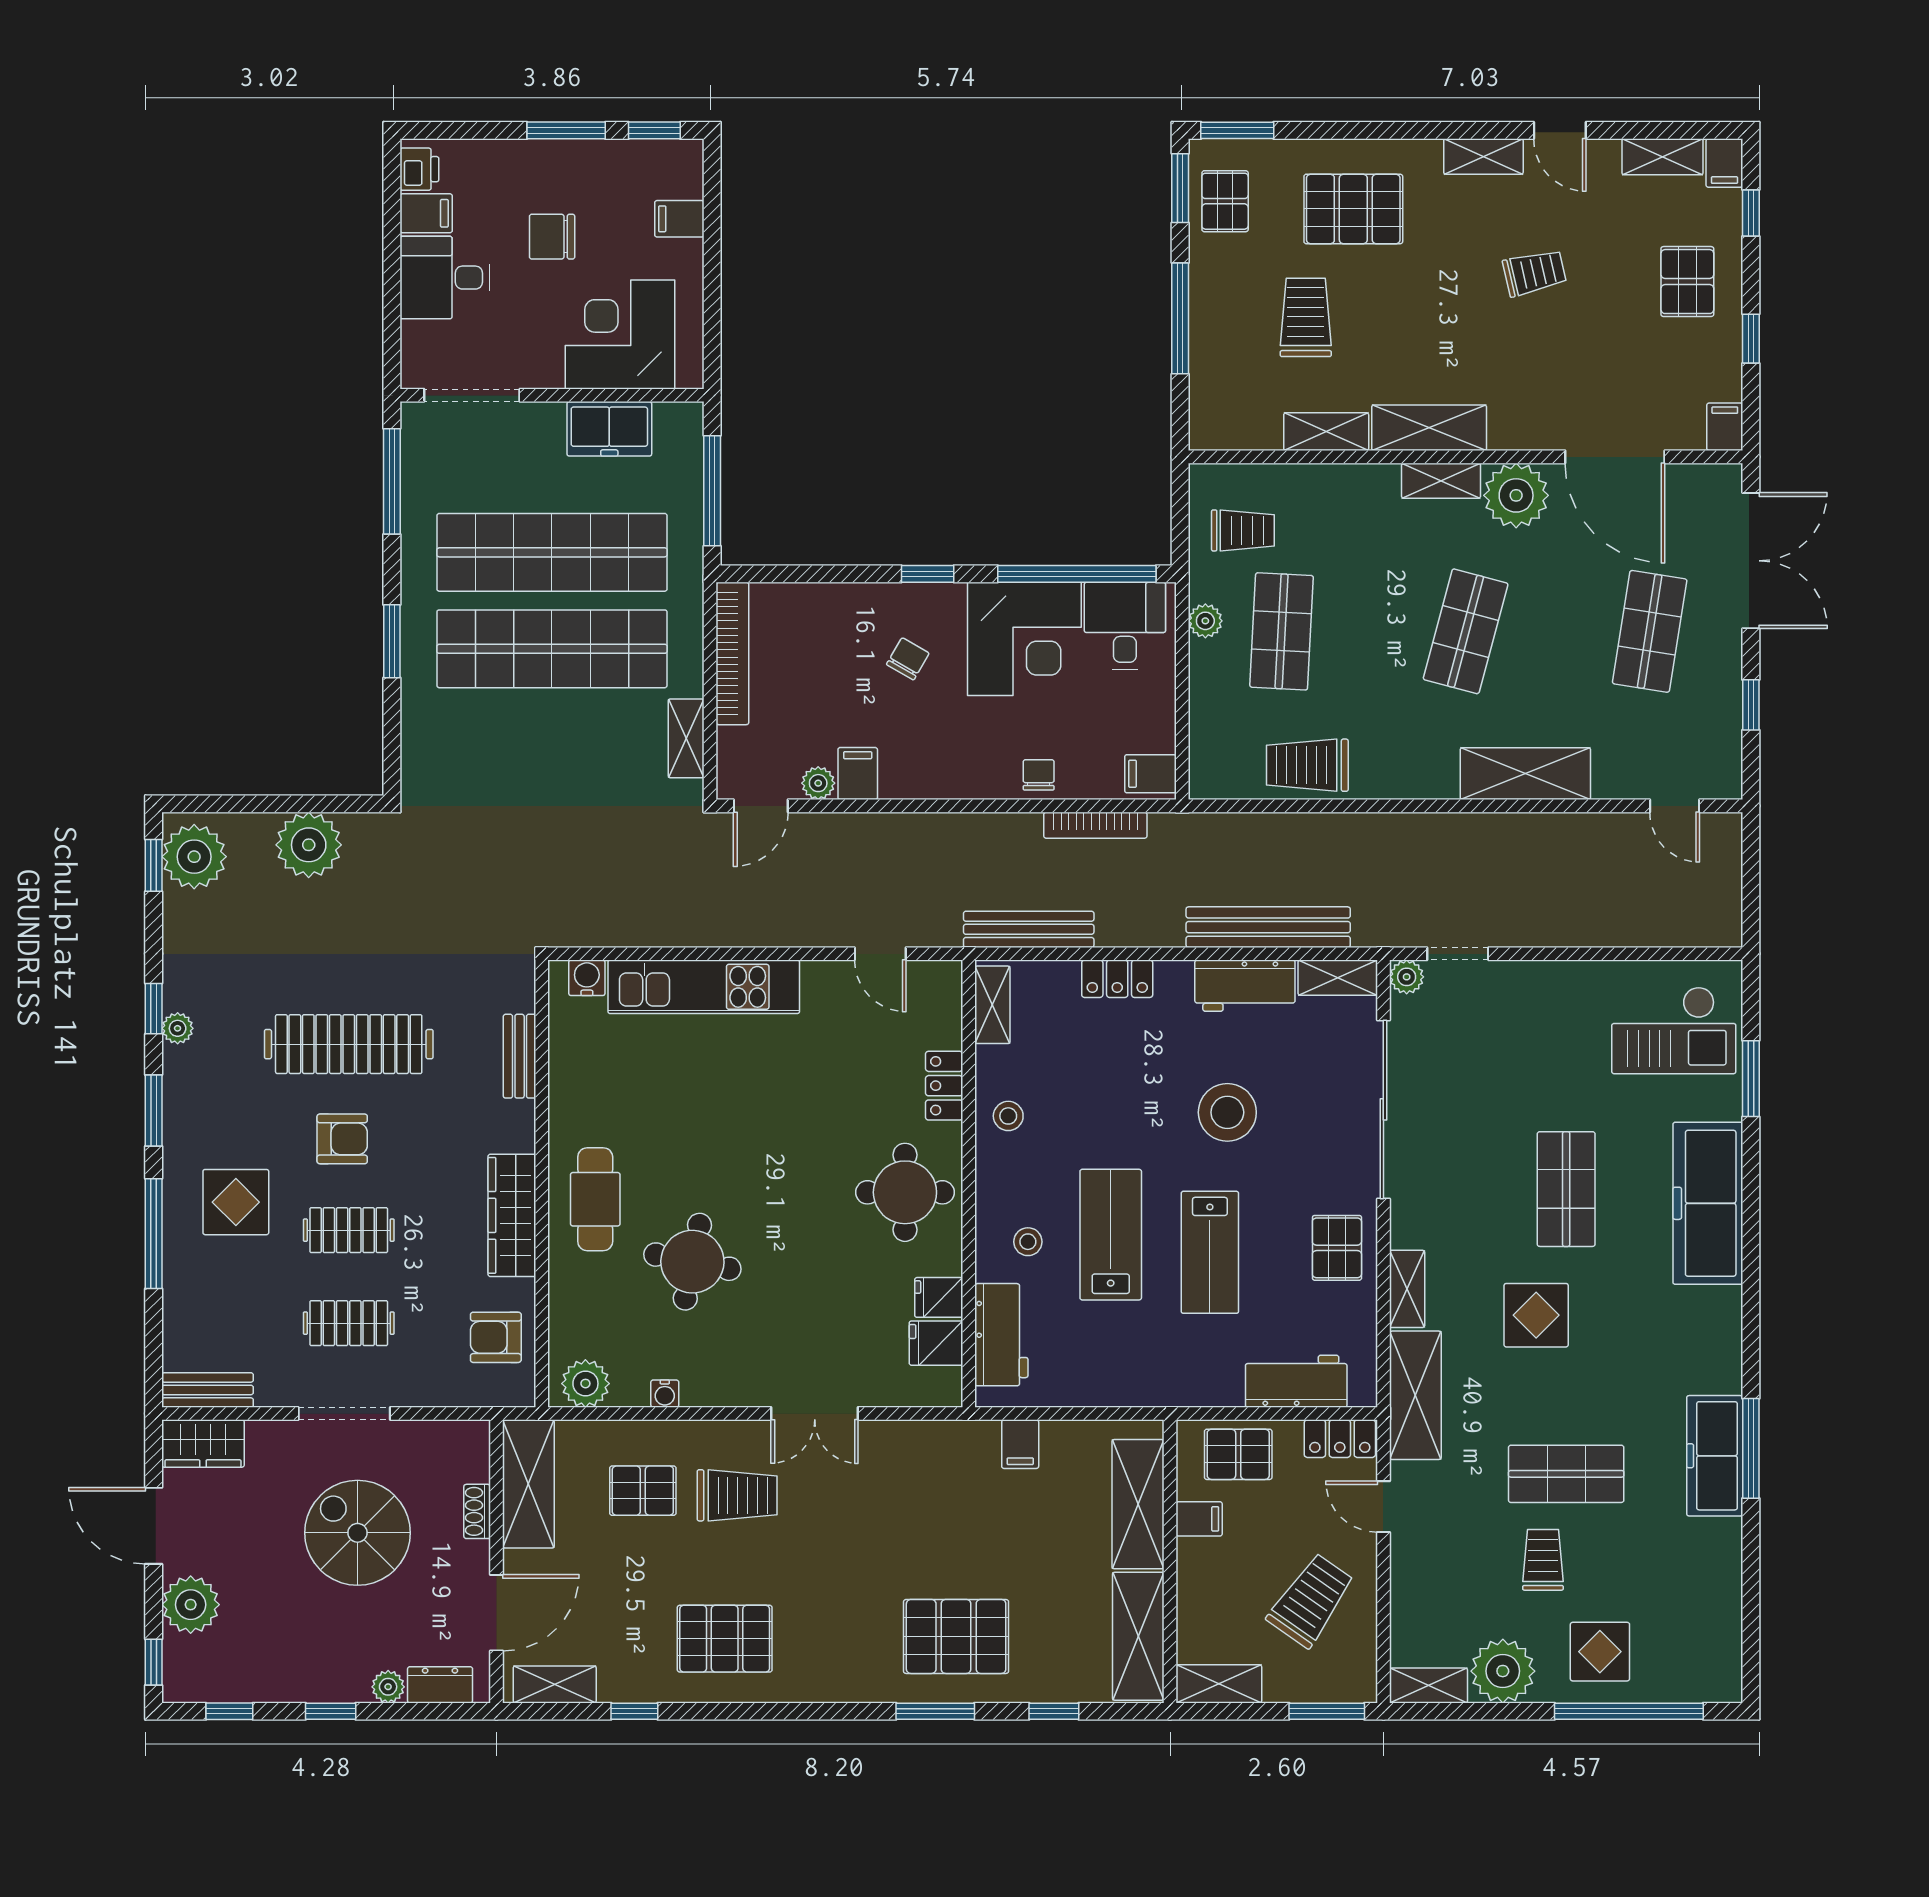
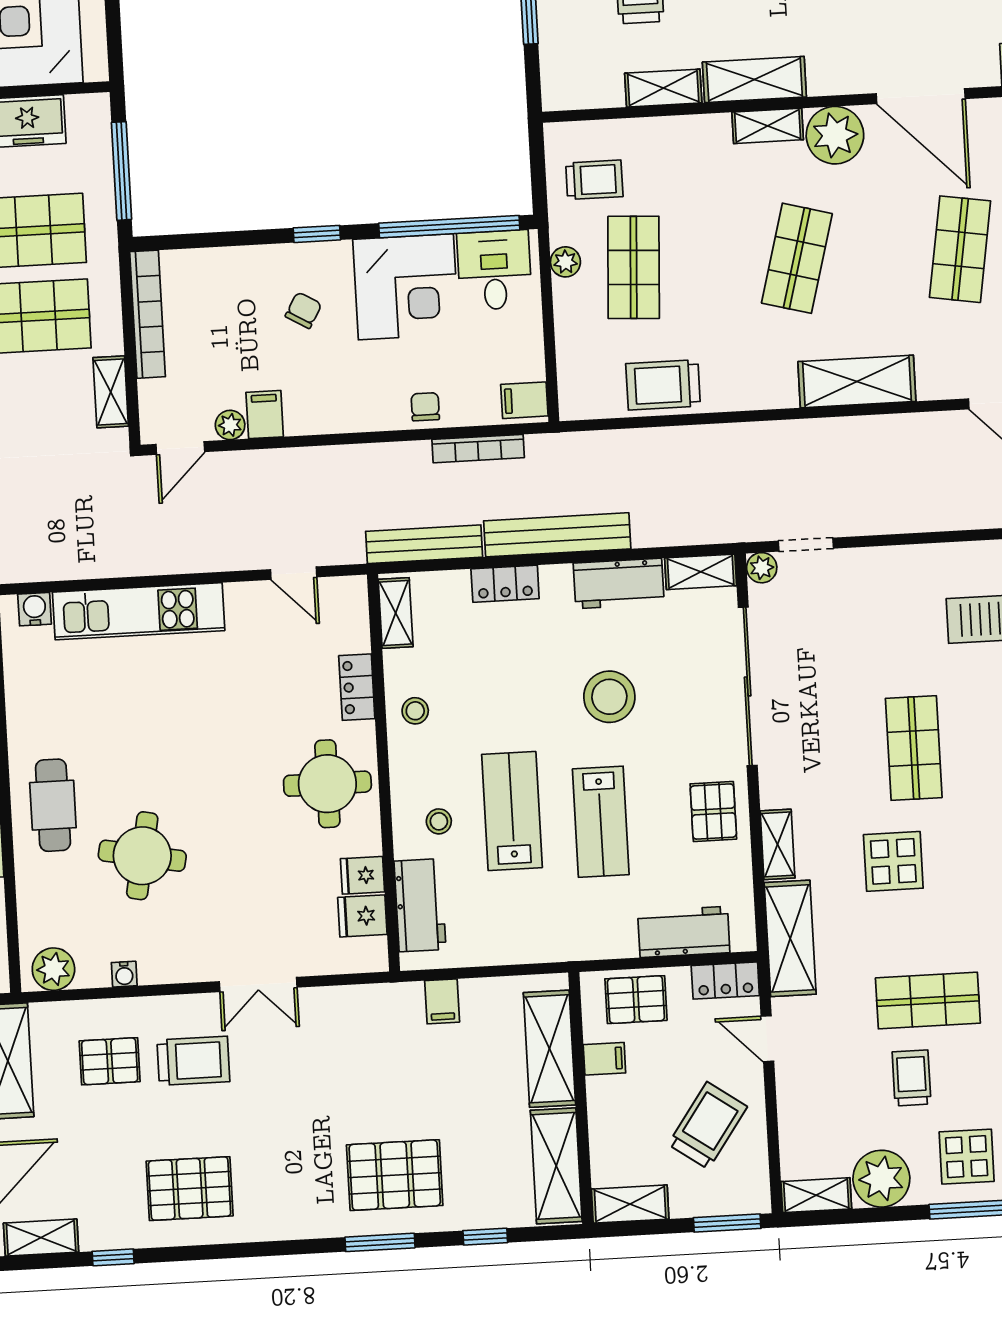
bench: (1268, 927) -> (557, 535), moved

